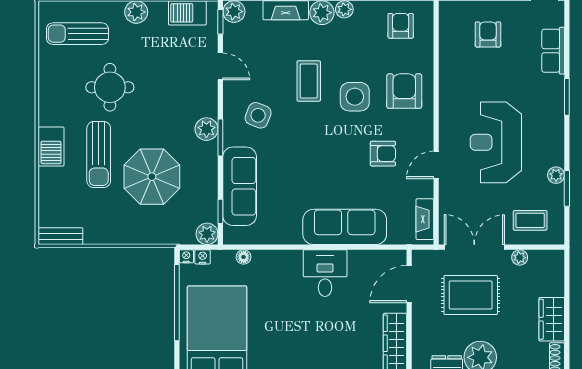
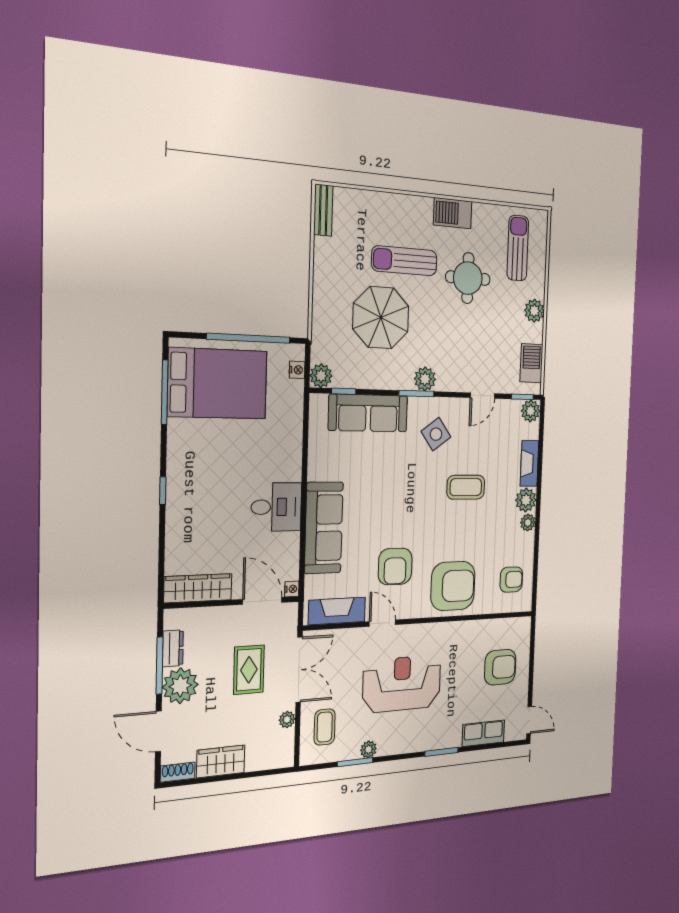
armchair: (488, 34) -> (500, 667), width x1.38, depth x1.38
armchair: (404, 91) -> (453, 586), width x1.36, depth x1.36
side table: (355, 97) -> (450, 535), removed
side table: (258, 115) -> (436, 434), turned 33
barbecue: (51, 147) -> (453, 213), moved
armchair: (383, 154) -> (395, 566), width x1.38, depth x1.38
fireplace: (425, 219) -> (337, 611), width x1.37, depth x1.32
nightstand: (186, 256) -> (292, 589), moved
floor lamp: (244, 257) -> (296, 416), removed
rug: (471, 295) -> (249, 670), width x0.73, depth x0.70

